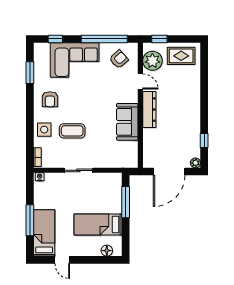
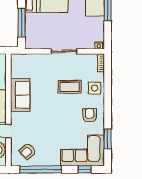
corner sofa: (75, 60) -> (82, 151), moved

